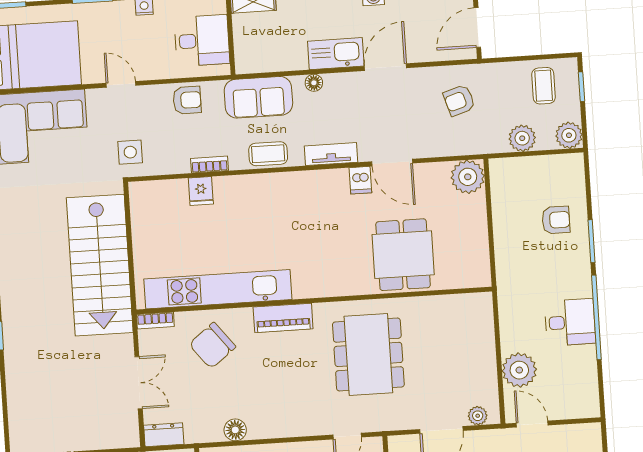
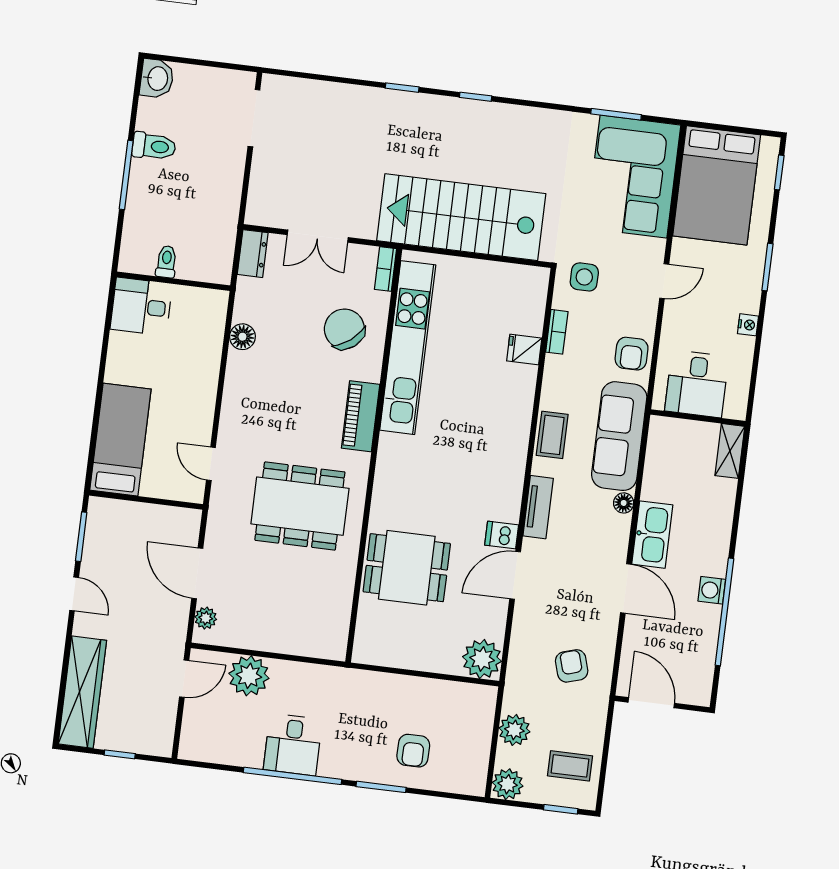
sofa: (258, 97) -> (619, 436), width x1.36
bookcase: (210, 165) -> (557, 332), moved

